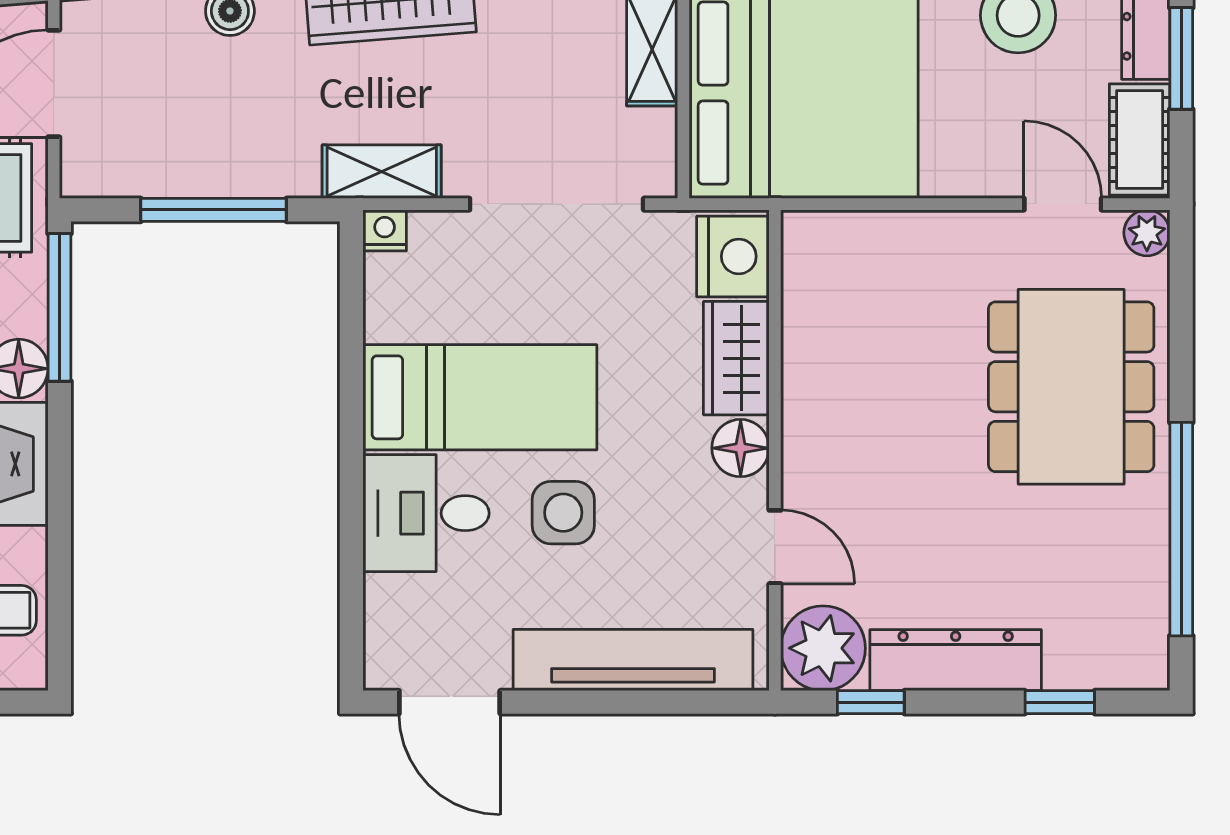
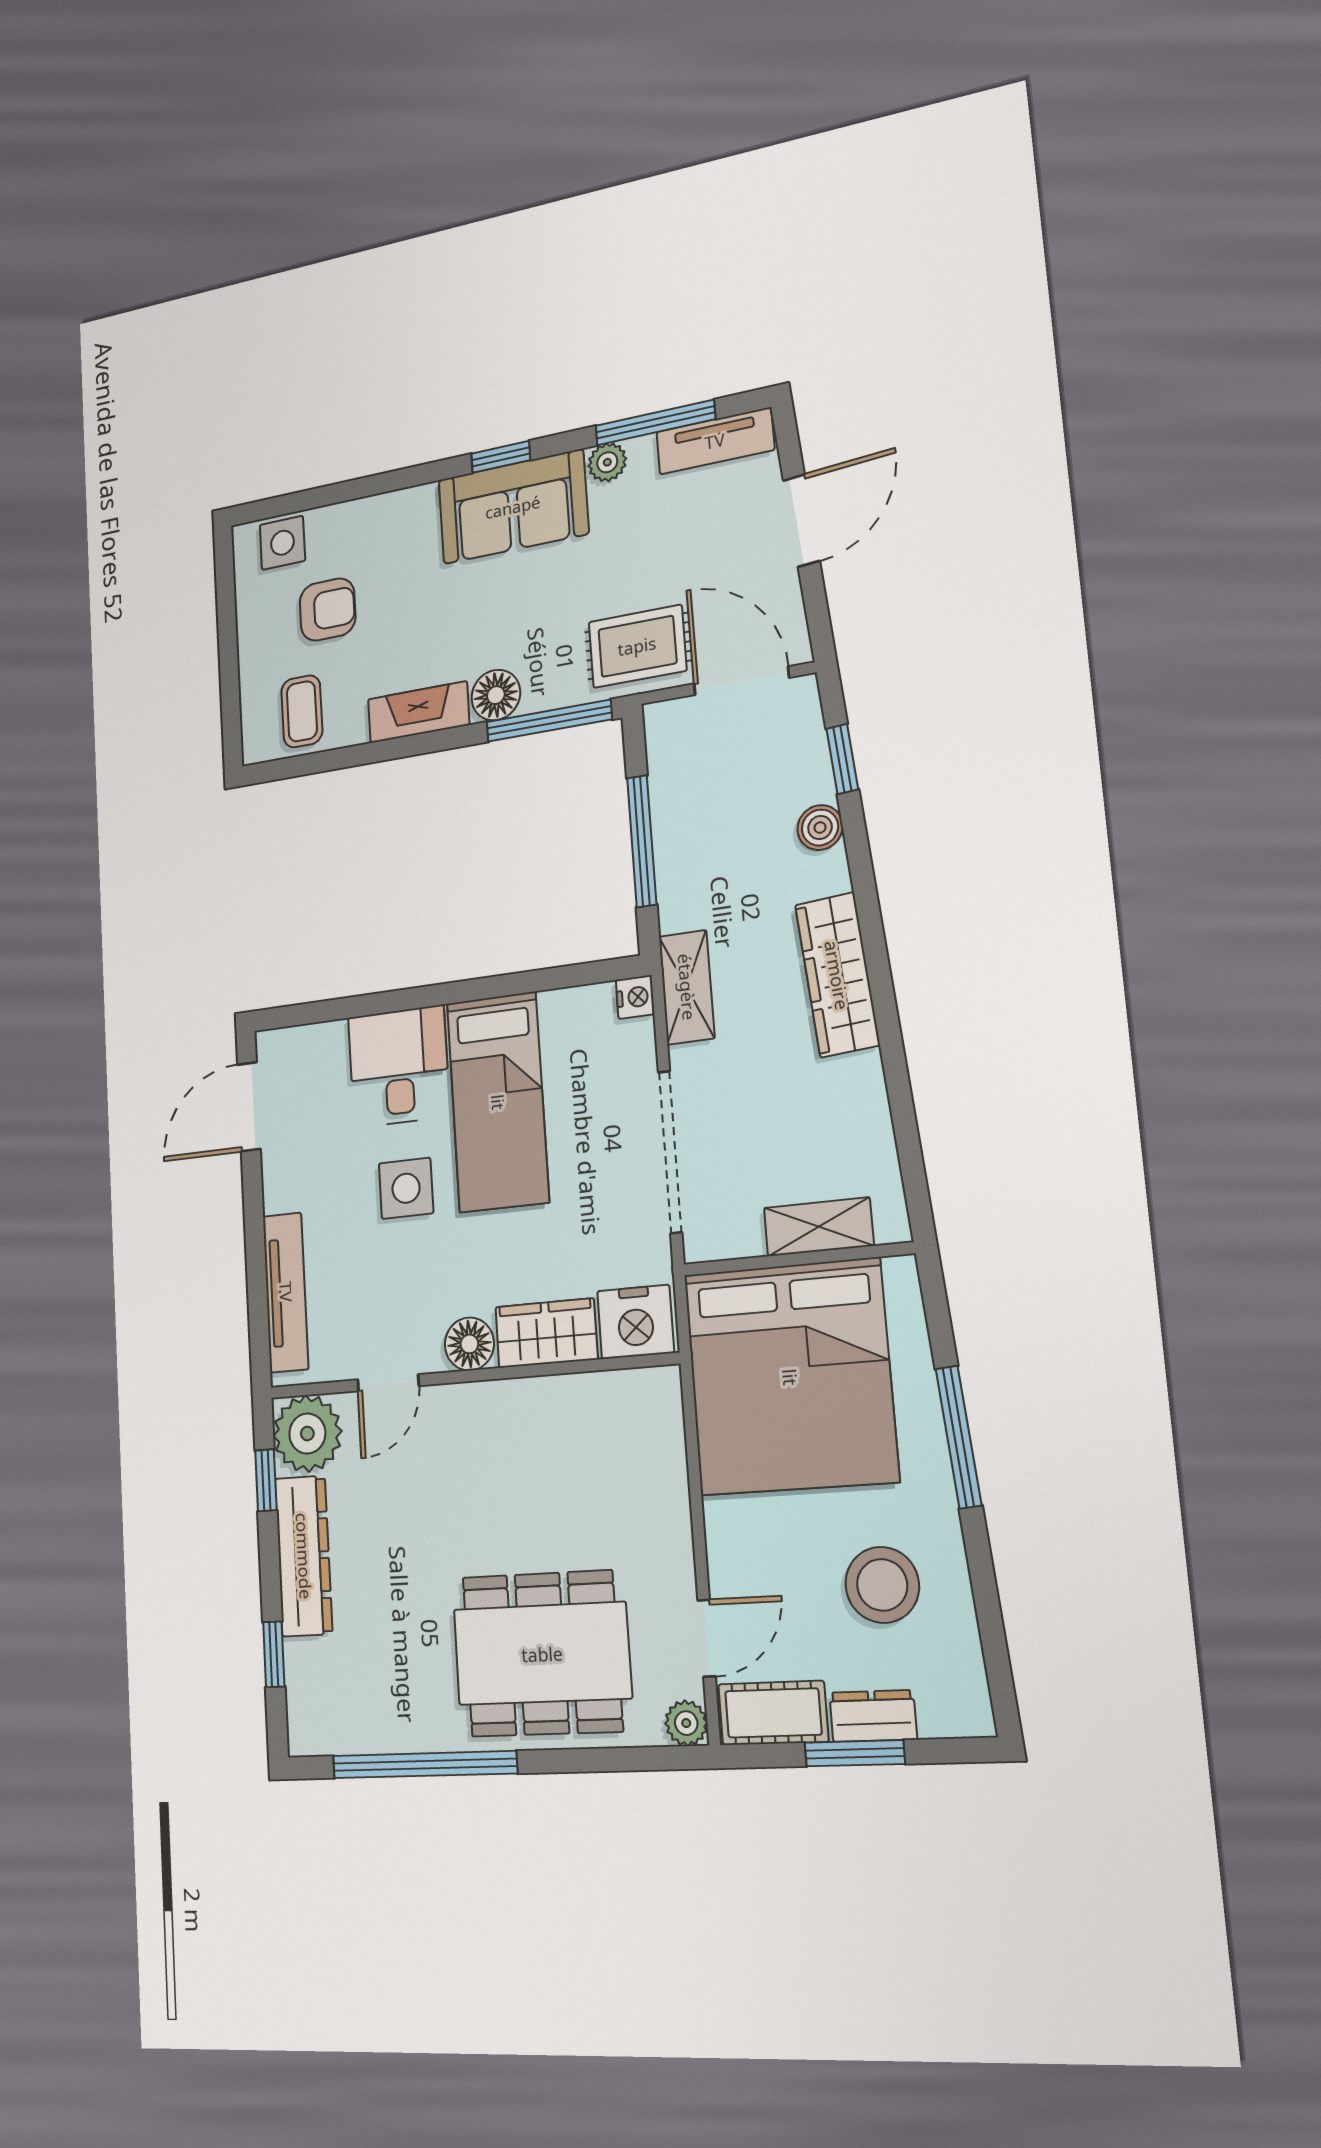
tv unit: (633, 660) -> (286, 1292), width x0.73, depth x0.78

